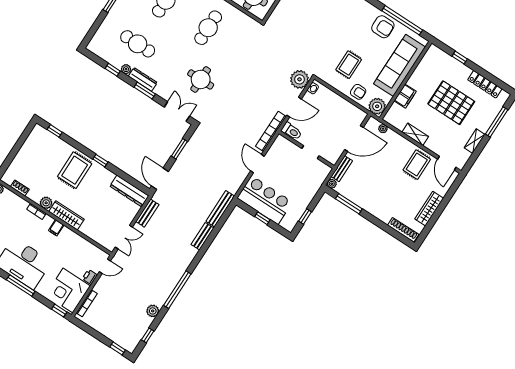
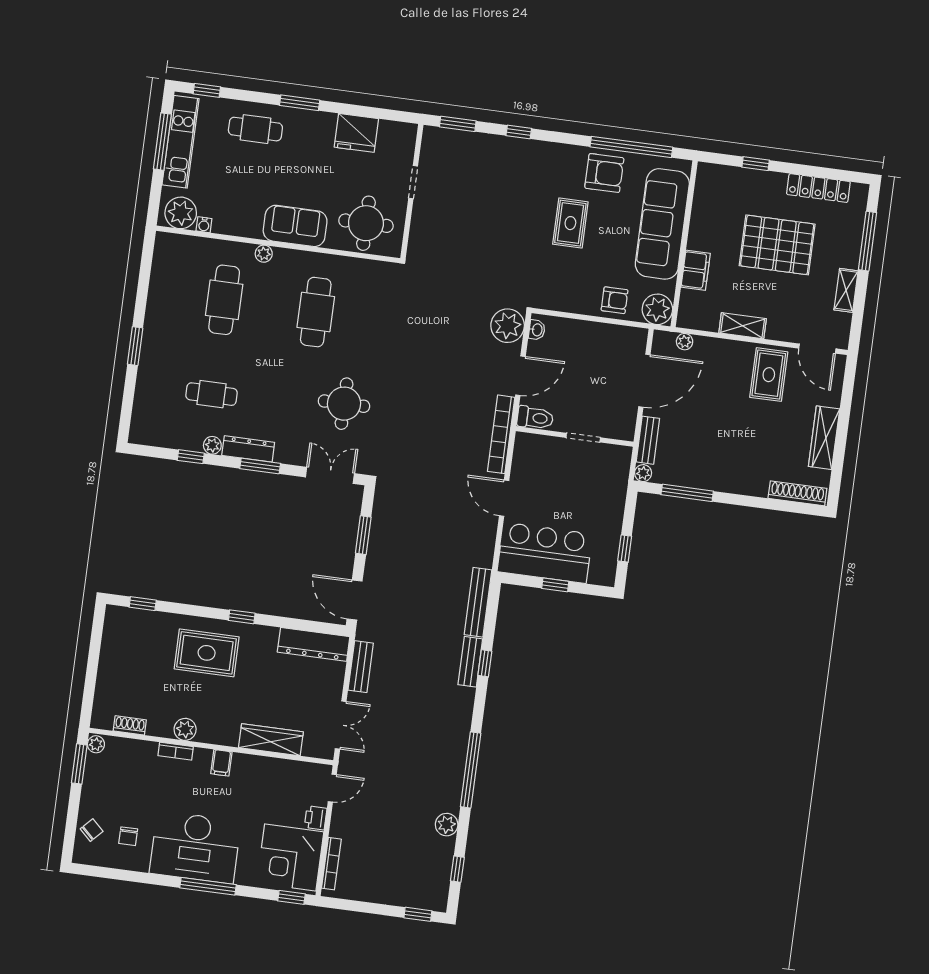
cafe table: (138, 44) -> (212, 394), width x0.73, depth x0.74
rug: (349, 65) -> (570, 223), moved
rug: (75, 170) -> (207, 653), turned 90
wardrobe: (66, 215) -> (271, 740), moved
window: (209, 240) -> (485, 663), added

